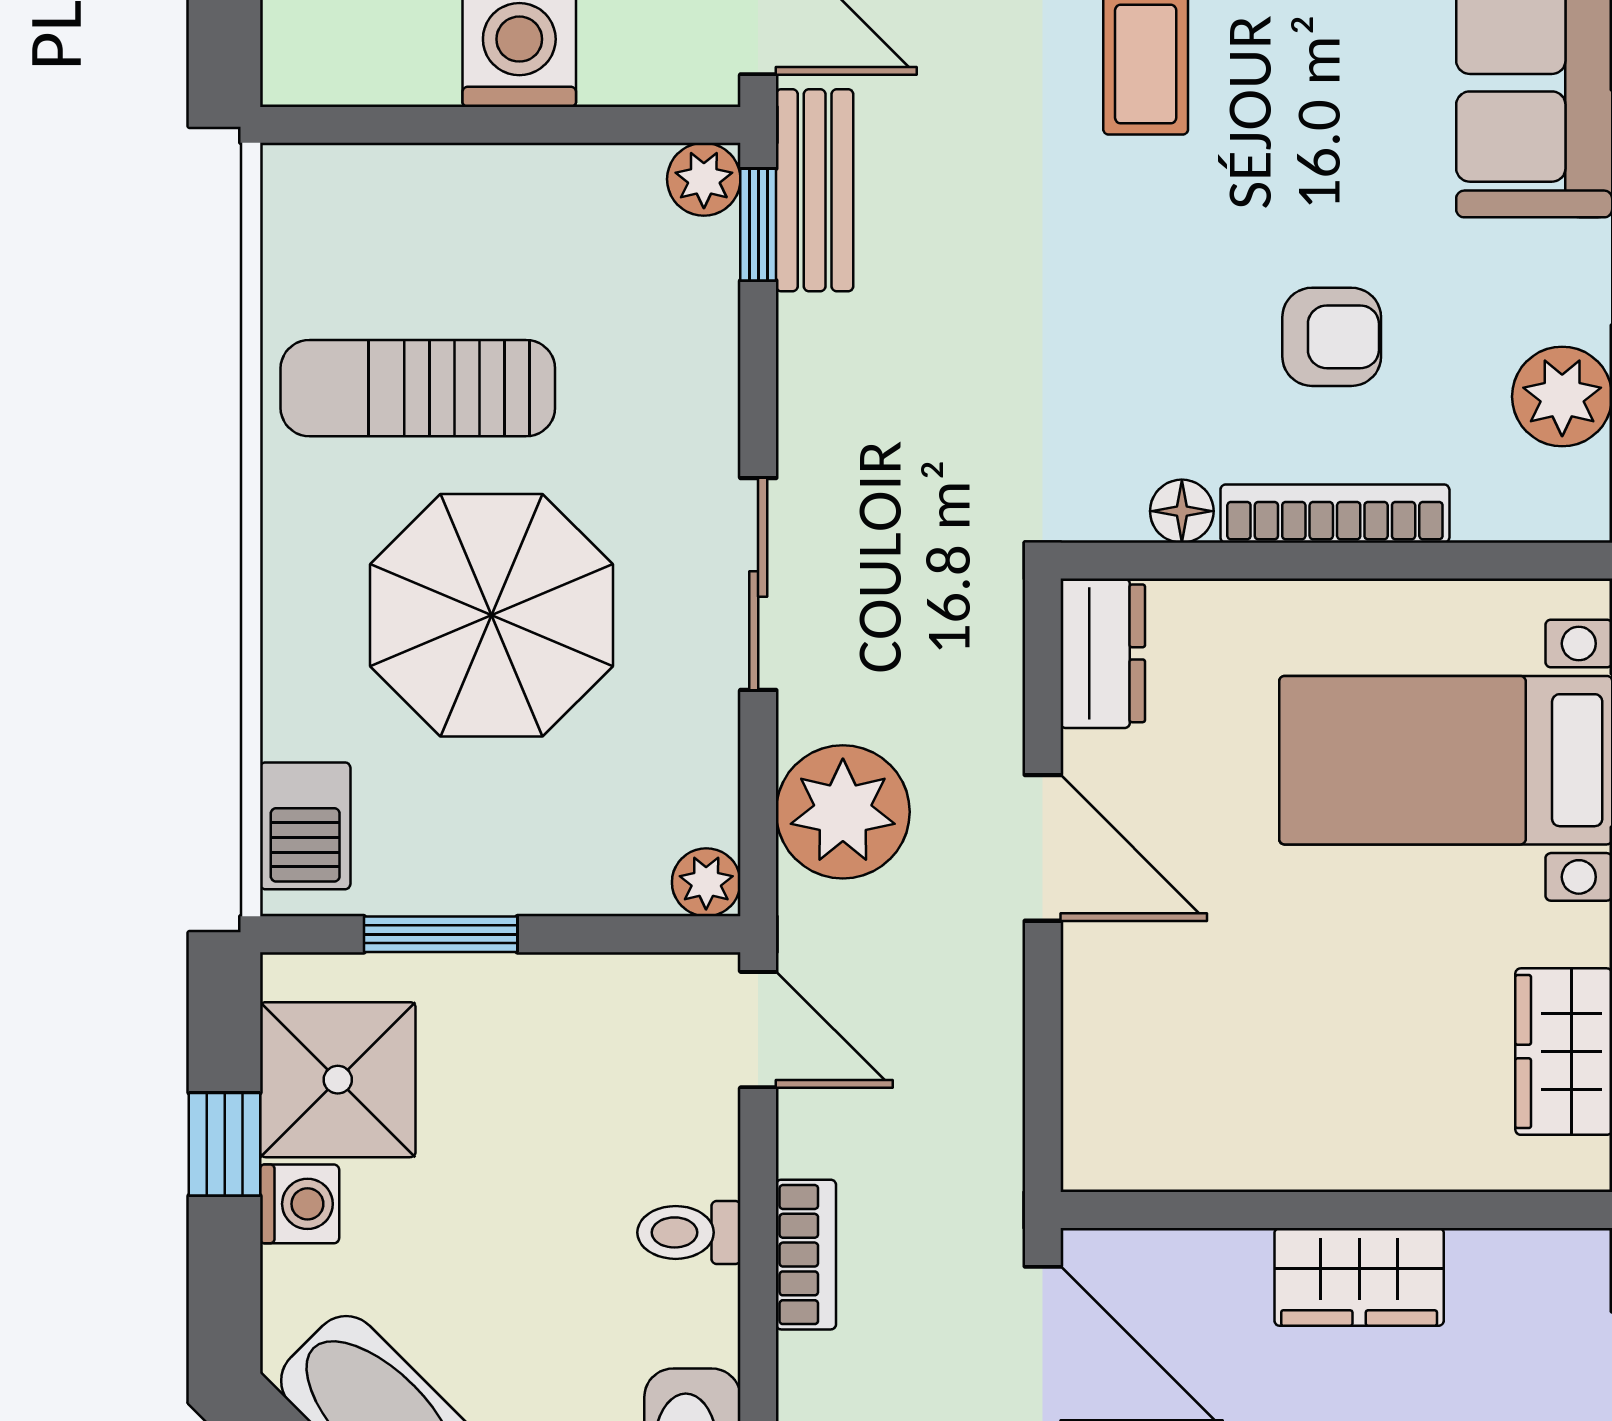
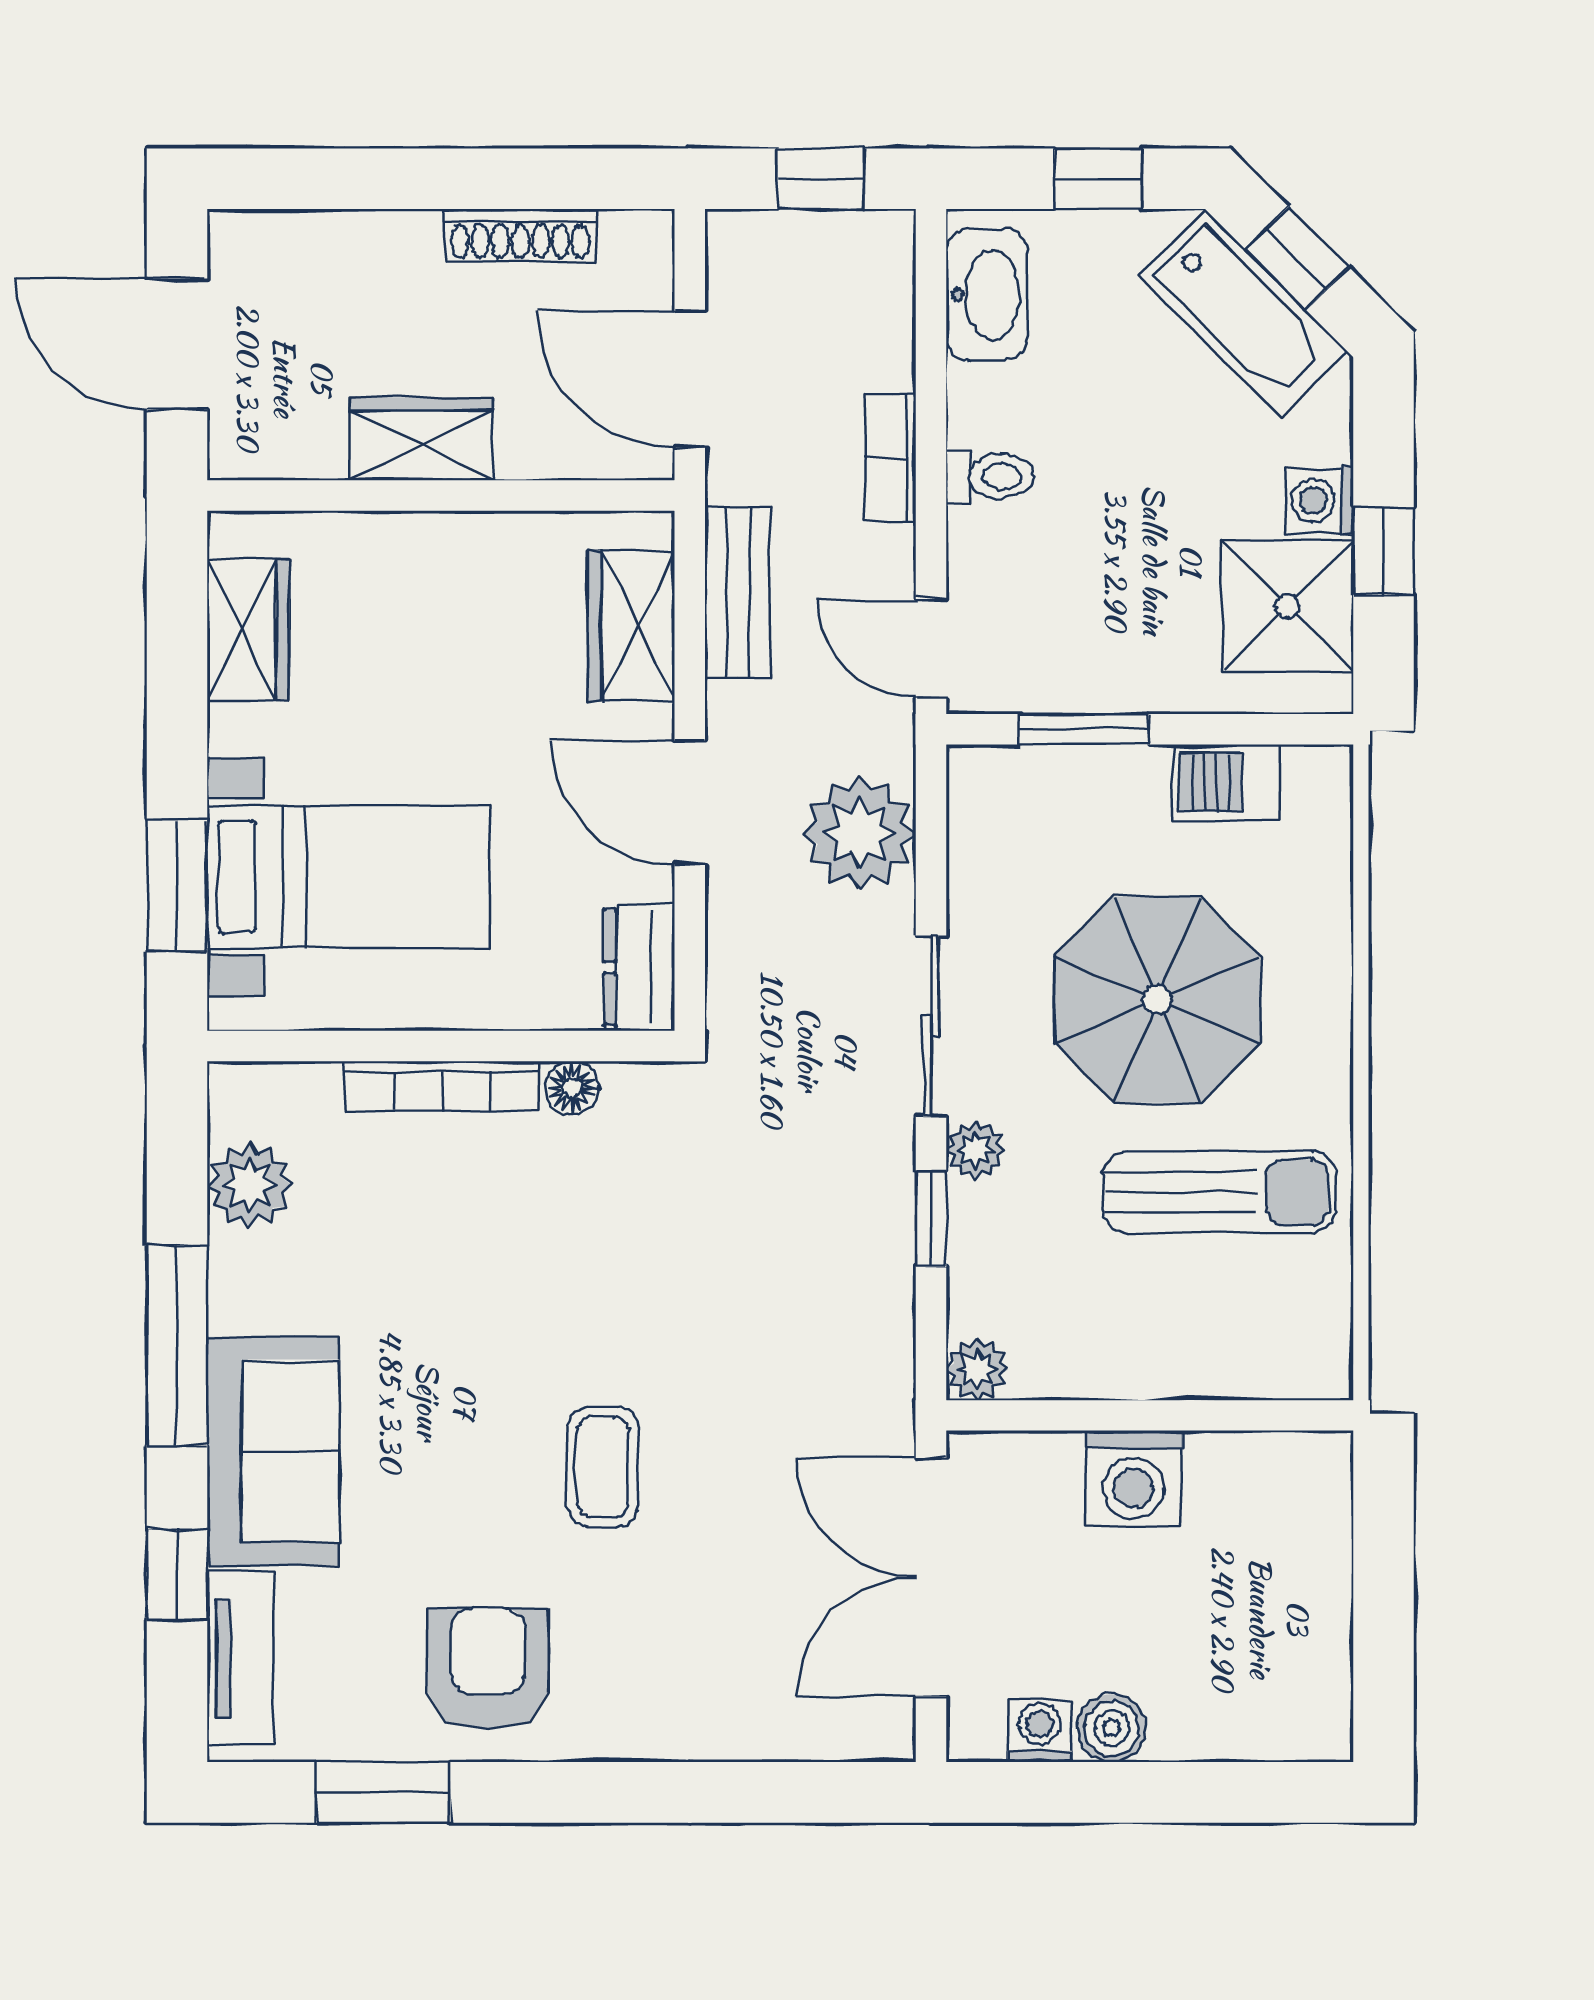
bench: (815, 190) -> (738, 593), moved
window: (758, 225) -> (931, 1219), moved
armchair: (1332, 337) -> (445, 1236), removed
barbecue: (305, 826) -> (1226, 783), moved, turned -90
plant: (706, 882) -> (975, 1150), moved
window: (441, 934) -> (1084, 729), moved
wardrobe: (1112, 1057) -> (631, 626), added

